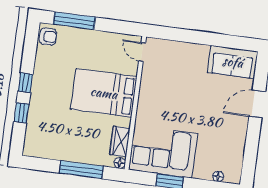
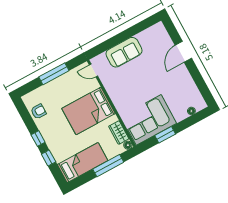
window: (74, 21) -> (54, 74), moved
armchair: (48, 37) -> (38, 111), moved
sofa: (233, 62) -> (124, 52), moved
bed: (55, 146) -> (83, 163), added

